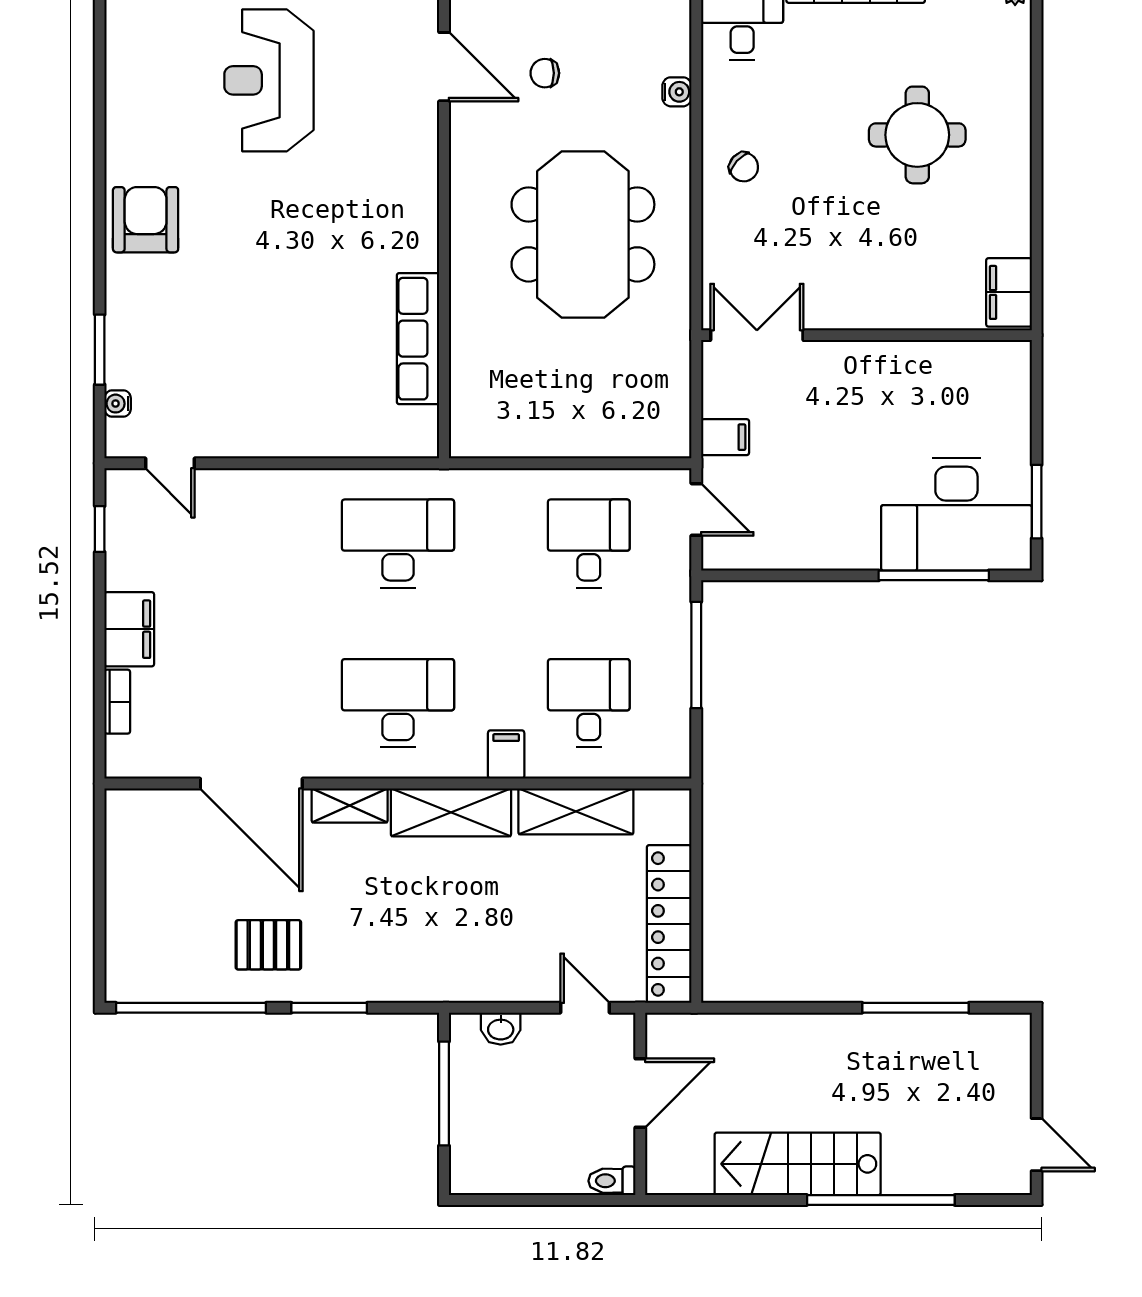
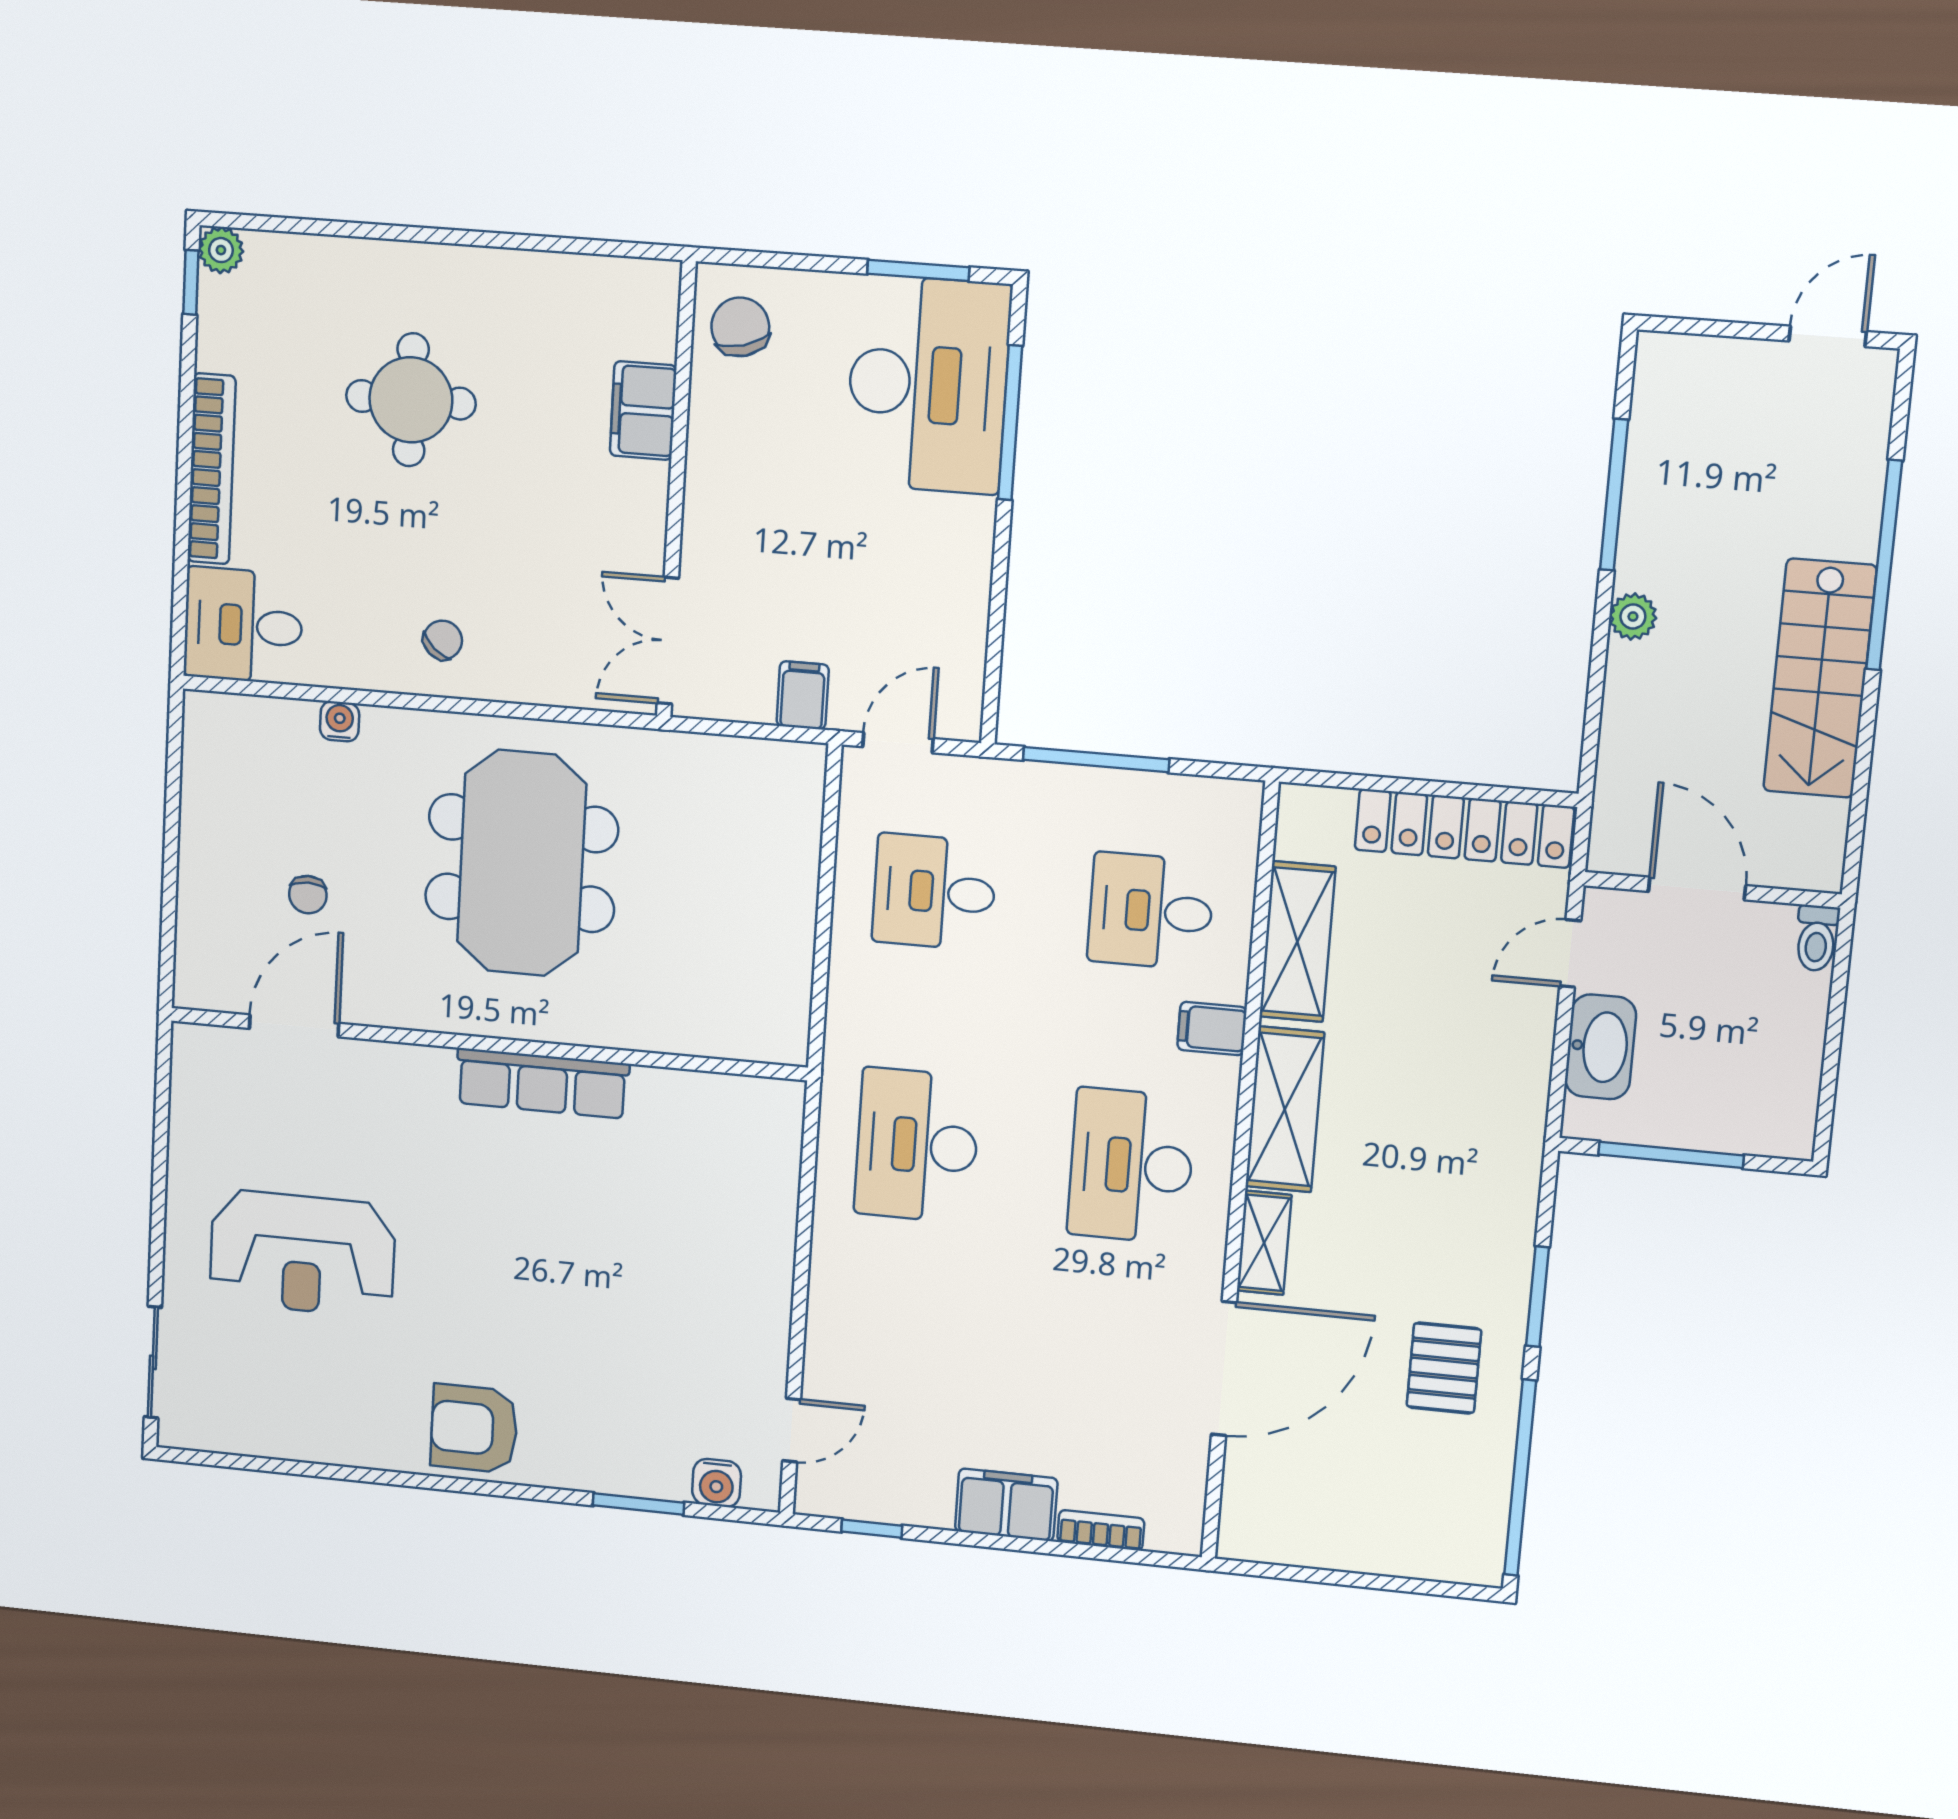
meeting table: (583, 234) -> (522, 863), turned 90
filing cabinet: (1009, 292) -> (643, 411), moved, turned 90
row of seats: (418, 339) -> (542, 1083), moved
chair: (987, 375) -> (740, 327), added
water cooler: (118, 404) -> (717, 1483), width x1.38, depth x1.38
washbasin: (501, 1029) -> (1601, 1047), width x1.91, depth x1.45
plant: (831, 1029) -> (1633, 617), added

